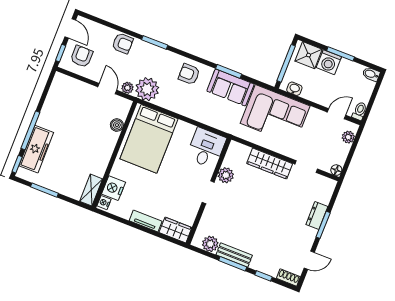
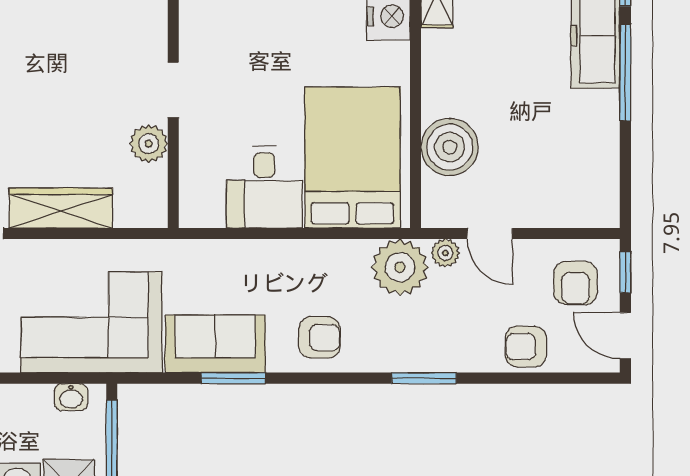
armchair: (123, 43) -> (526, 347), moved
boiler: (117, 125) -> (450, 147), width x1.86, depth x1.86
desk: (206, 148) -> (264, 187), moved

